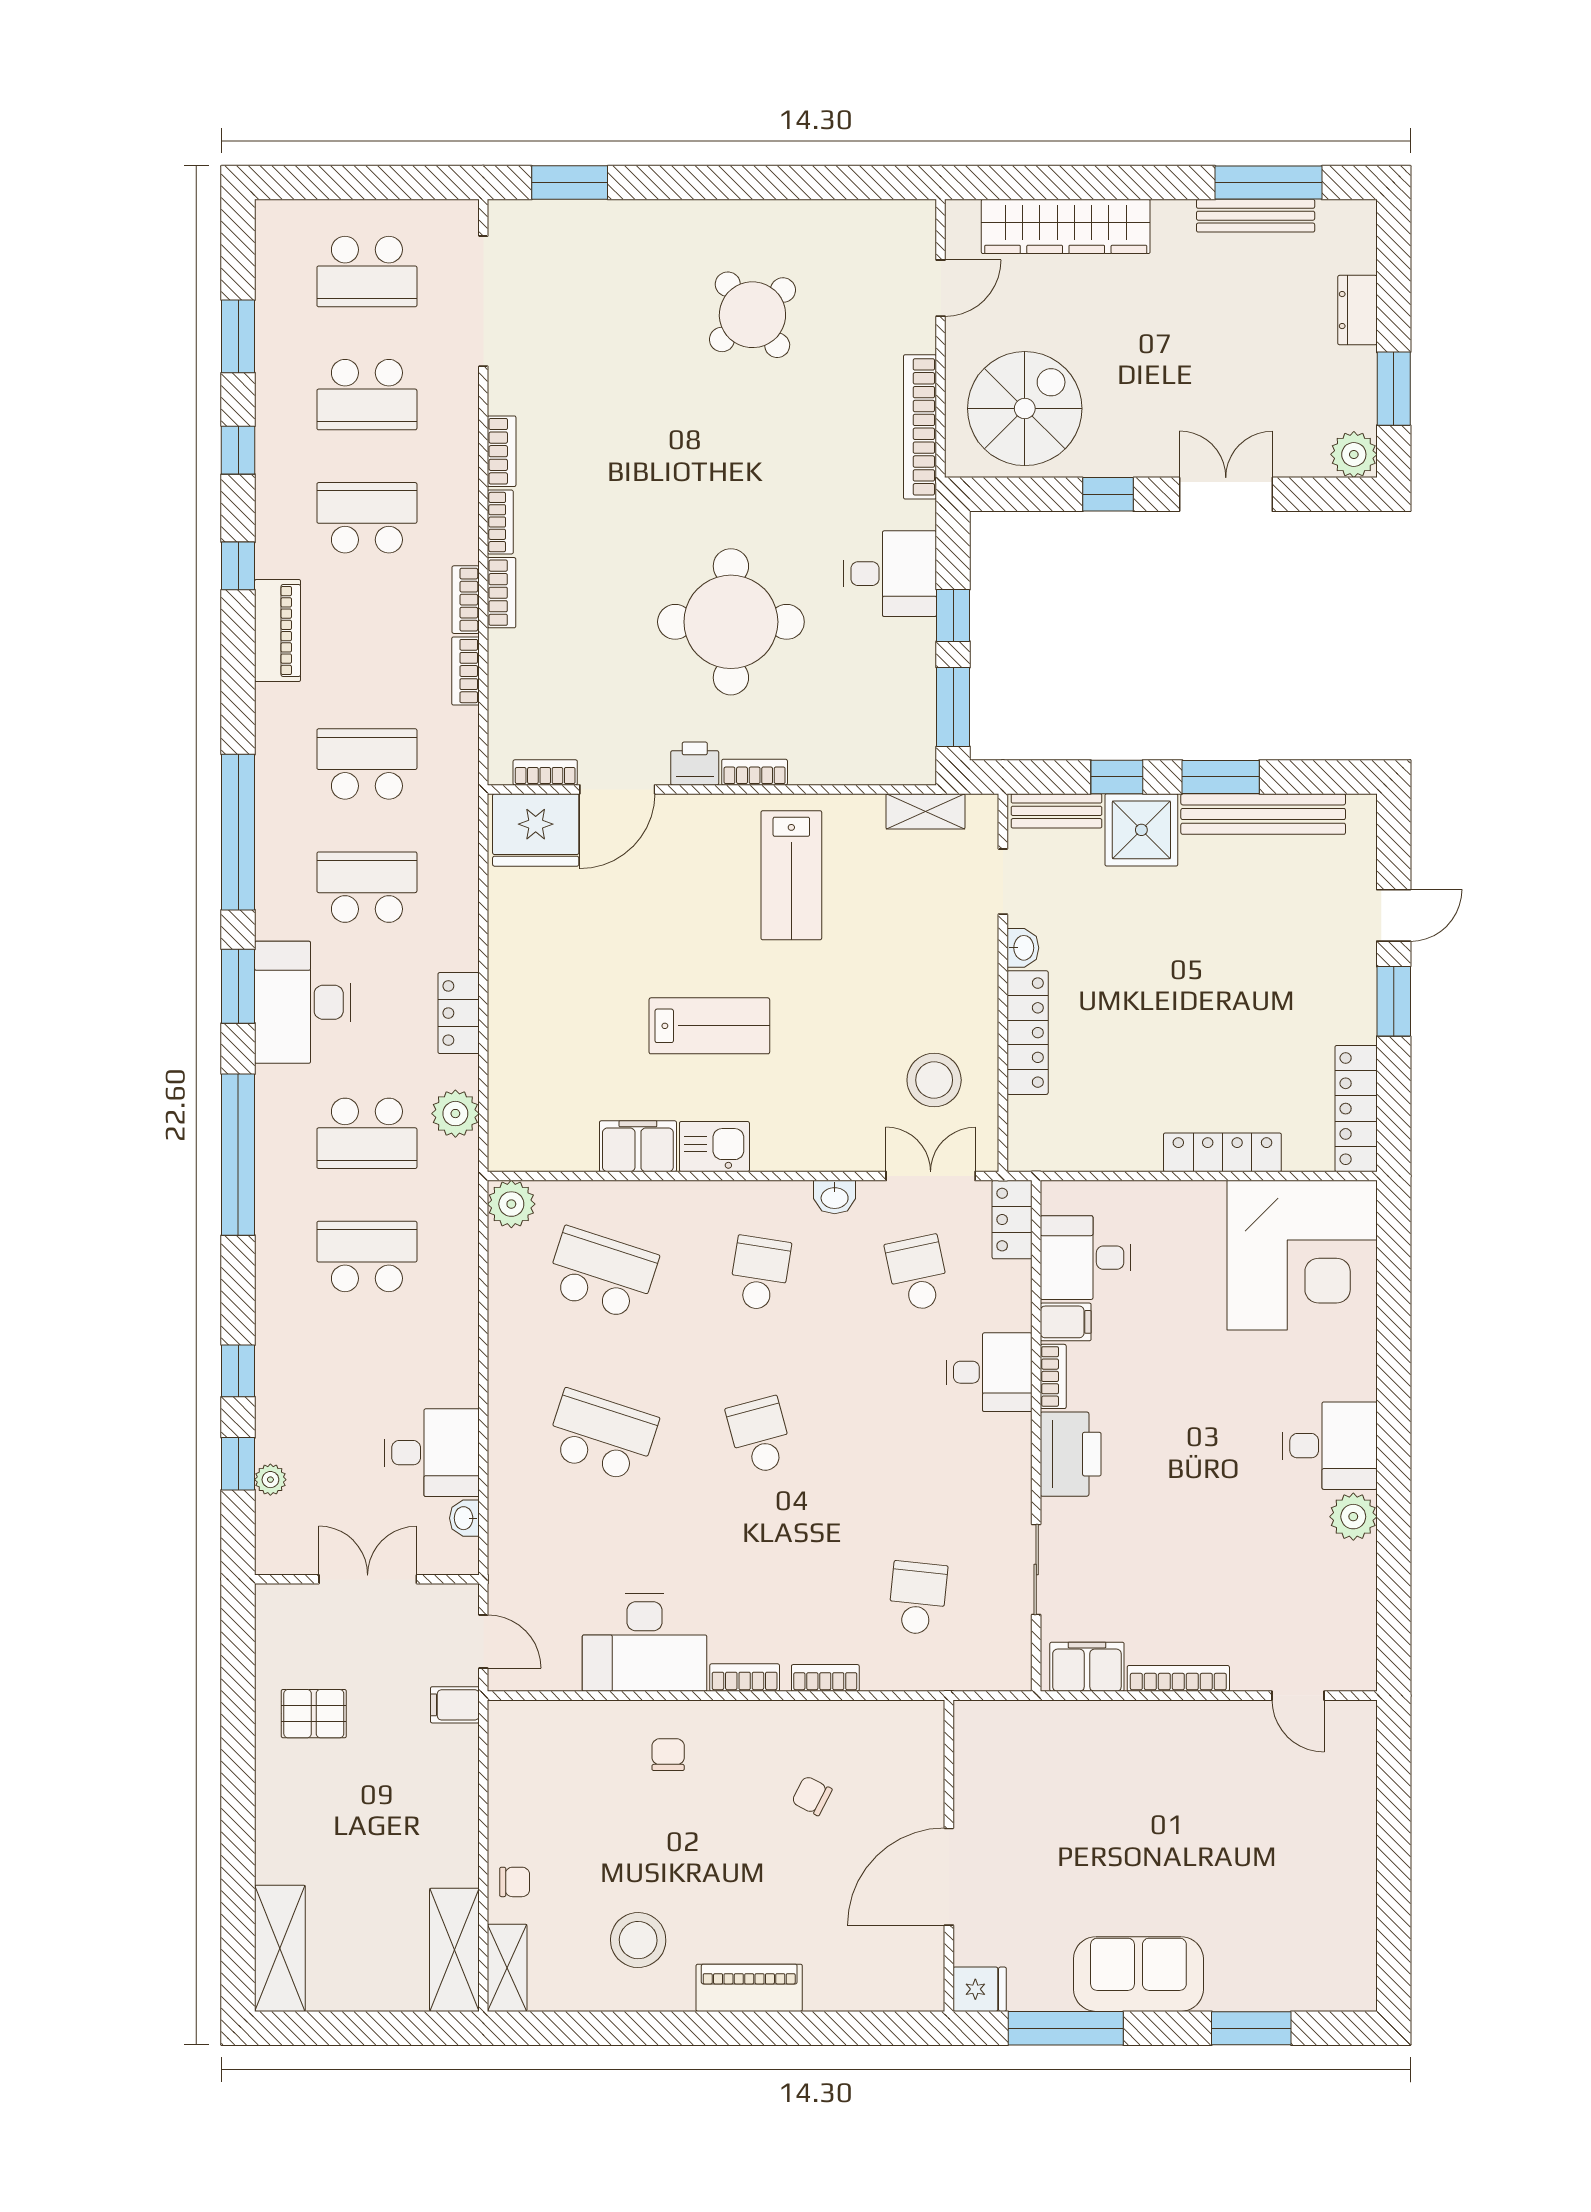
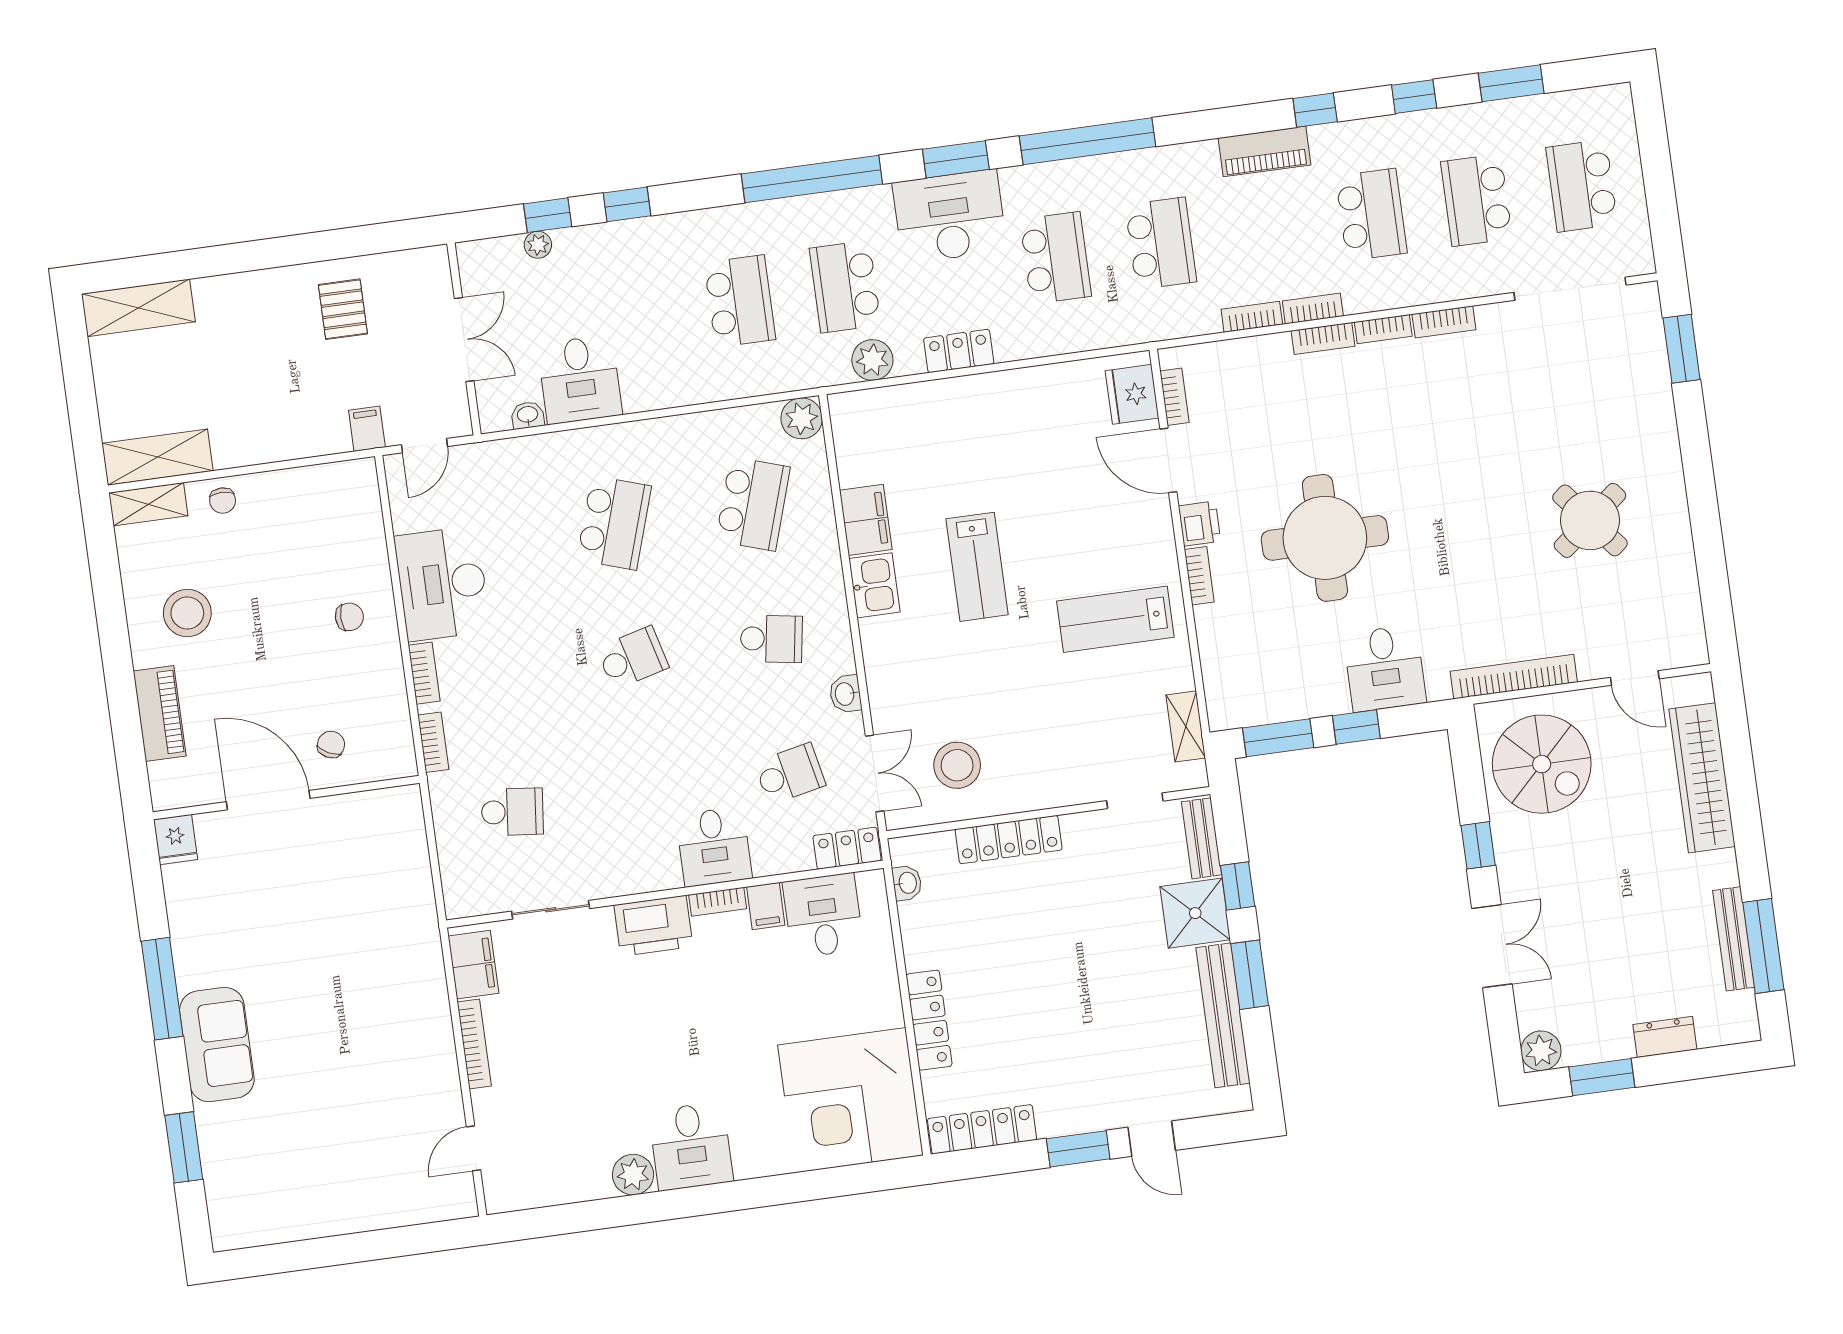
fridge: (536, 830) -> (1132, 394), width x0.73, depth x0.75
washbasin: (1023, 948) -> (907, 883), moved, turned -90
wall: (949, 1856) -> (286, 798), moved
door: (949, 1877) -> (268, 800), moved
fridge: (980, 1989) -> (176, 840), moved

